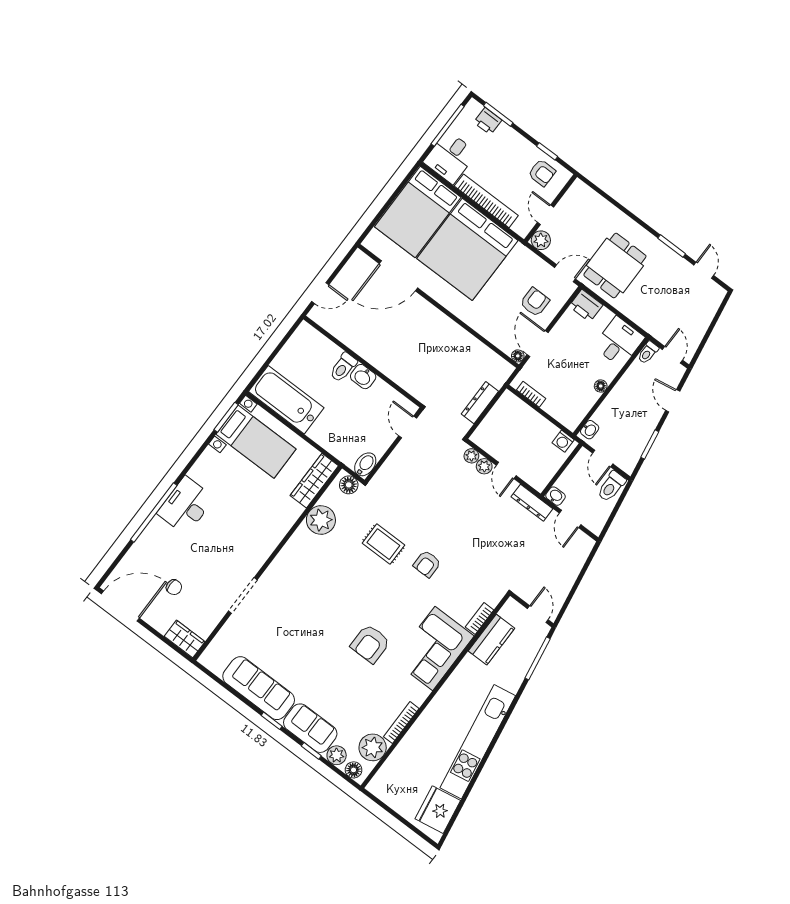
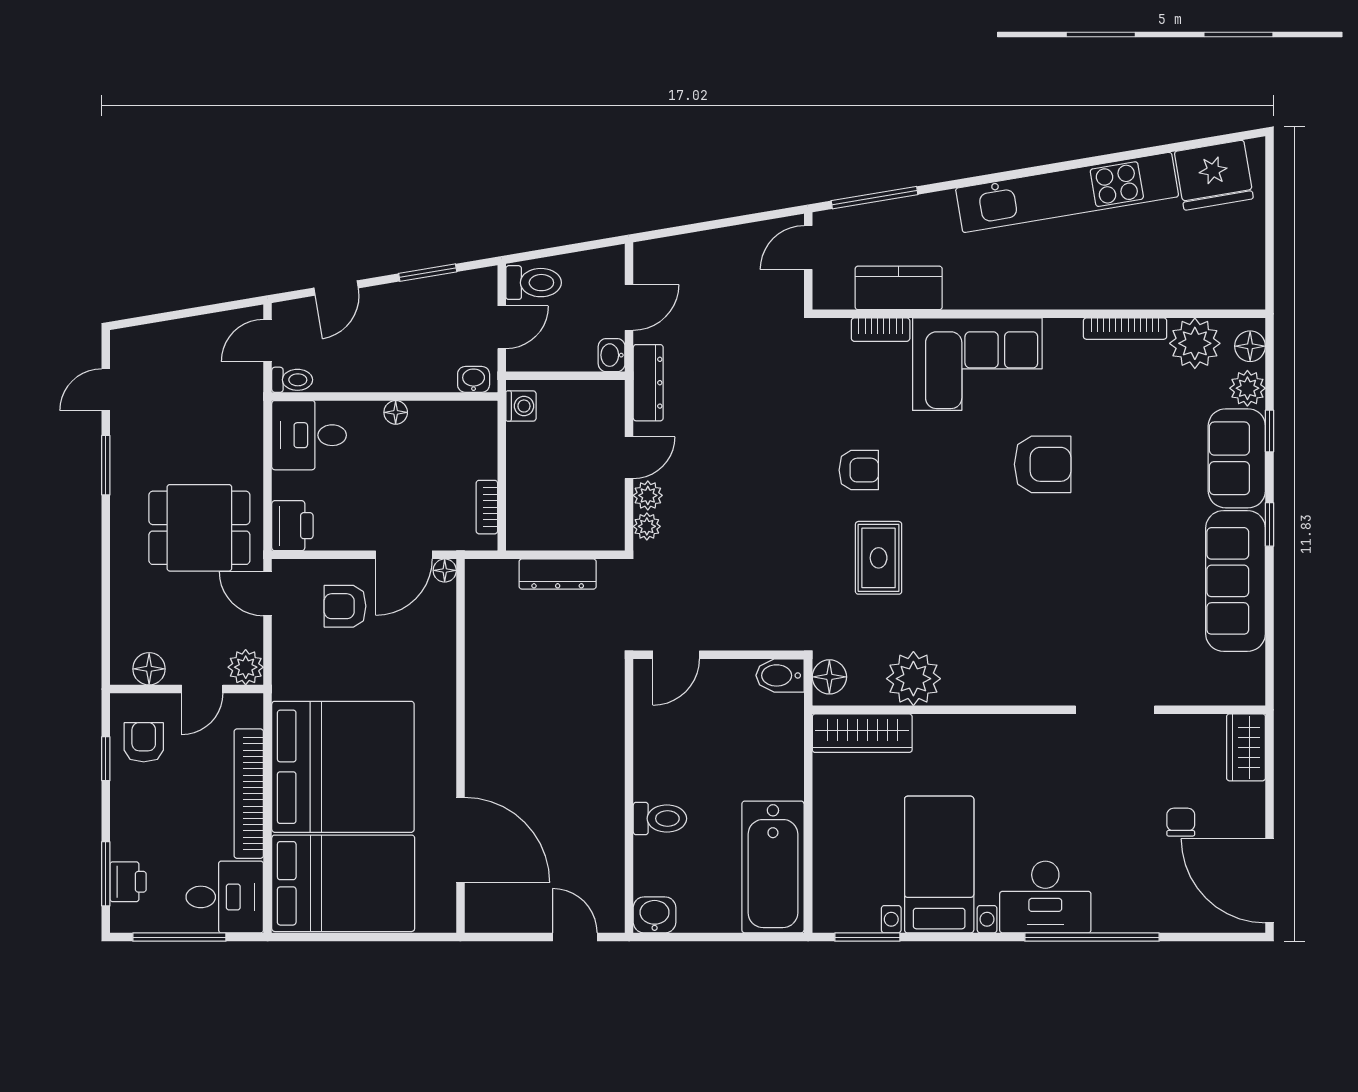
floor lamp: (571, 199) -> (149, 669), added
washbasin: (363, 377) -> (655, 915), moved, turned -90
bed with nightstands: (256, 442) -> (939, 865), moved

